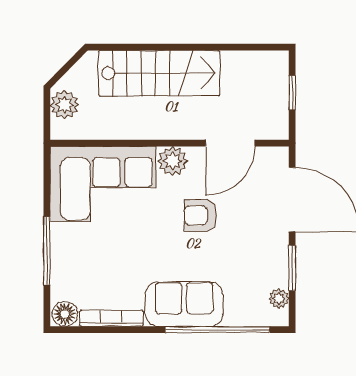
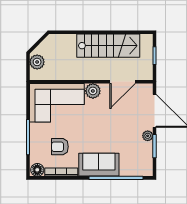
stairs: (159, 73) -> (108, 46), moved
armchair: (200, 216) -> (60, 147), moved
plant: (279, 299) -> (148, 136), moved

